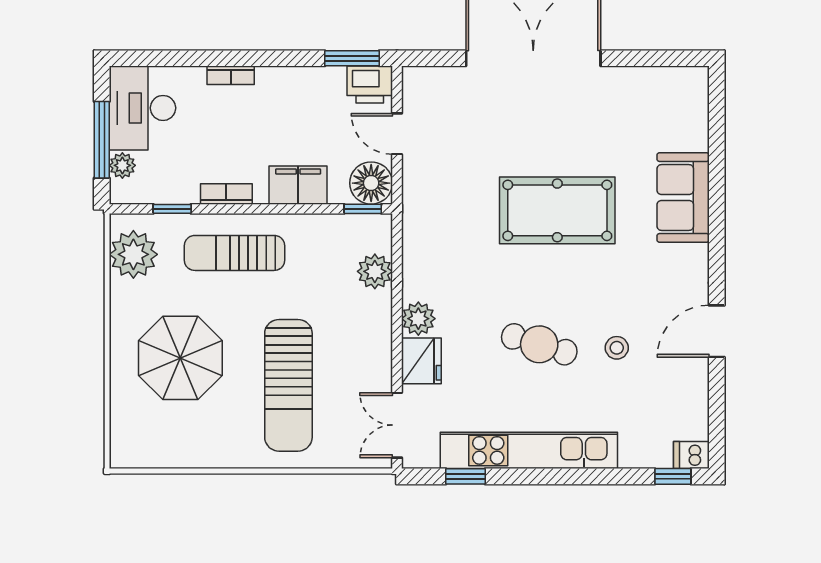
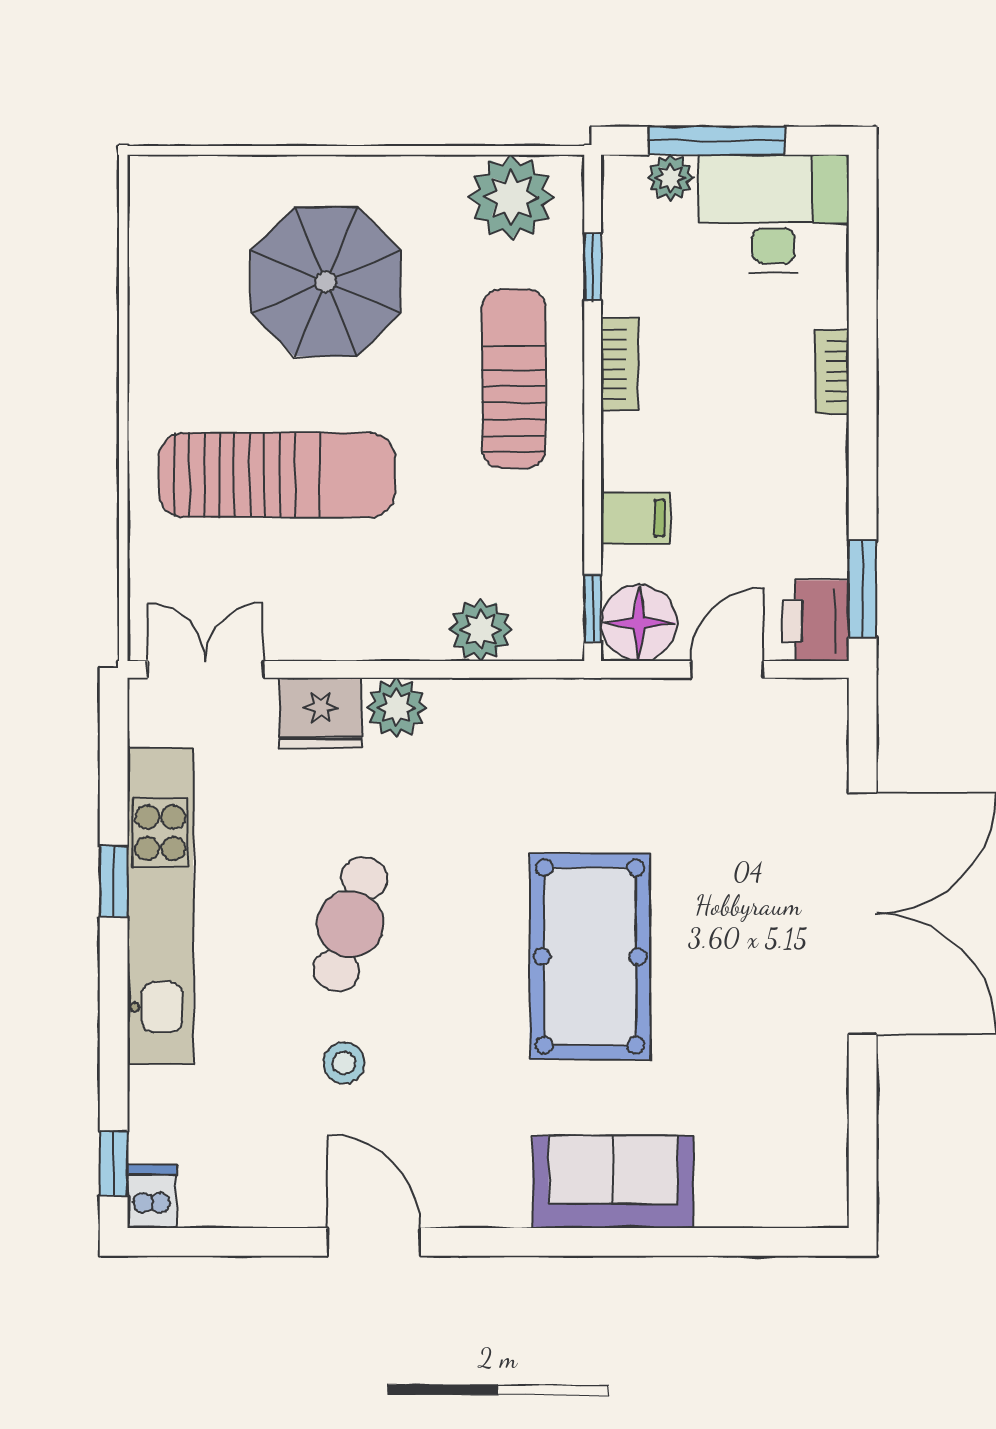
filing cabinet: (298, 185) -> (635, 518), width x0.50
sun lounger: (288, 385) -> (277, 475), turned 180
window: (465, 476) -> (114, 881), moved

